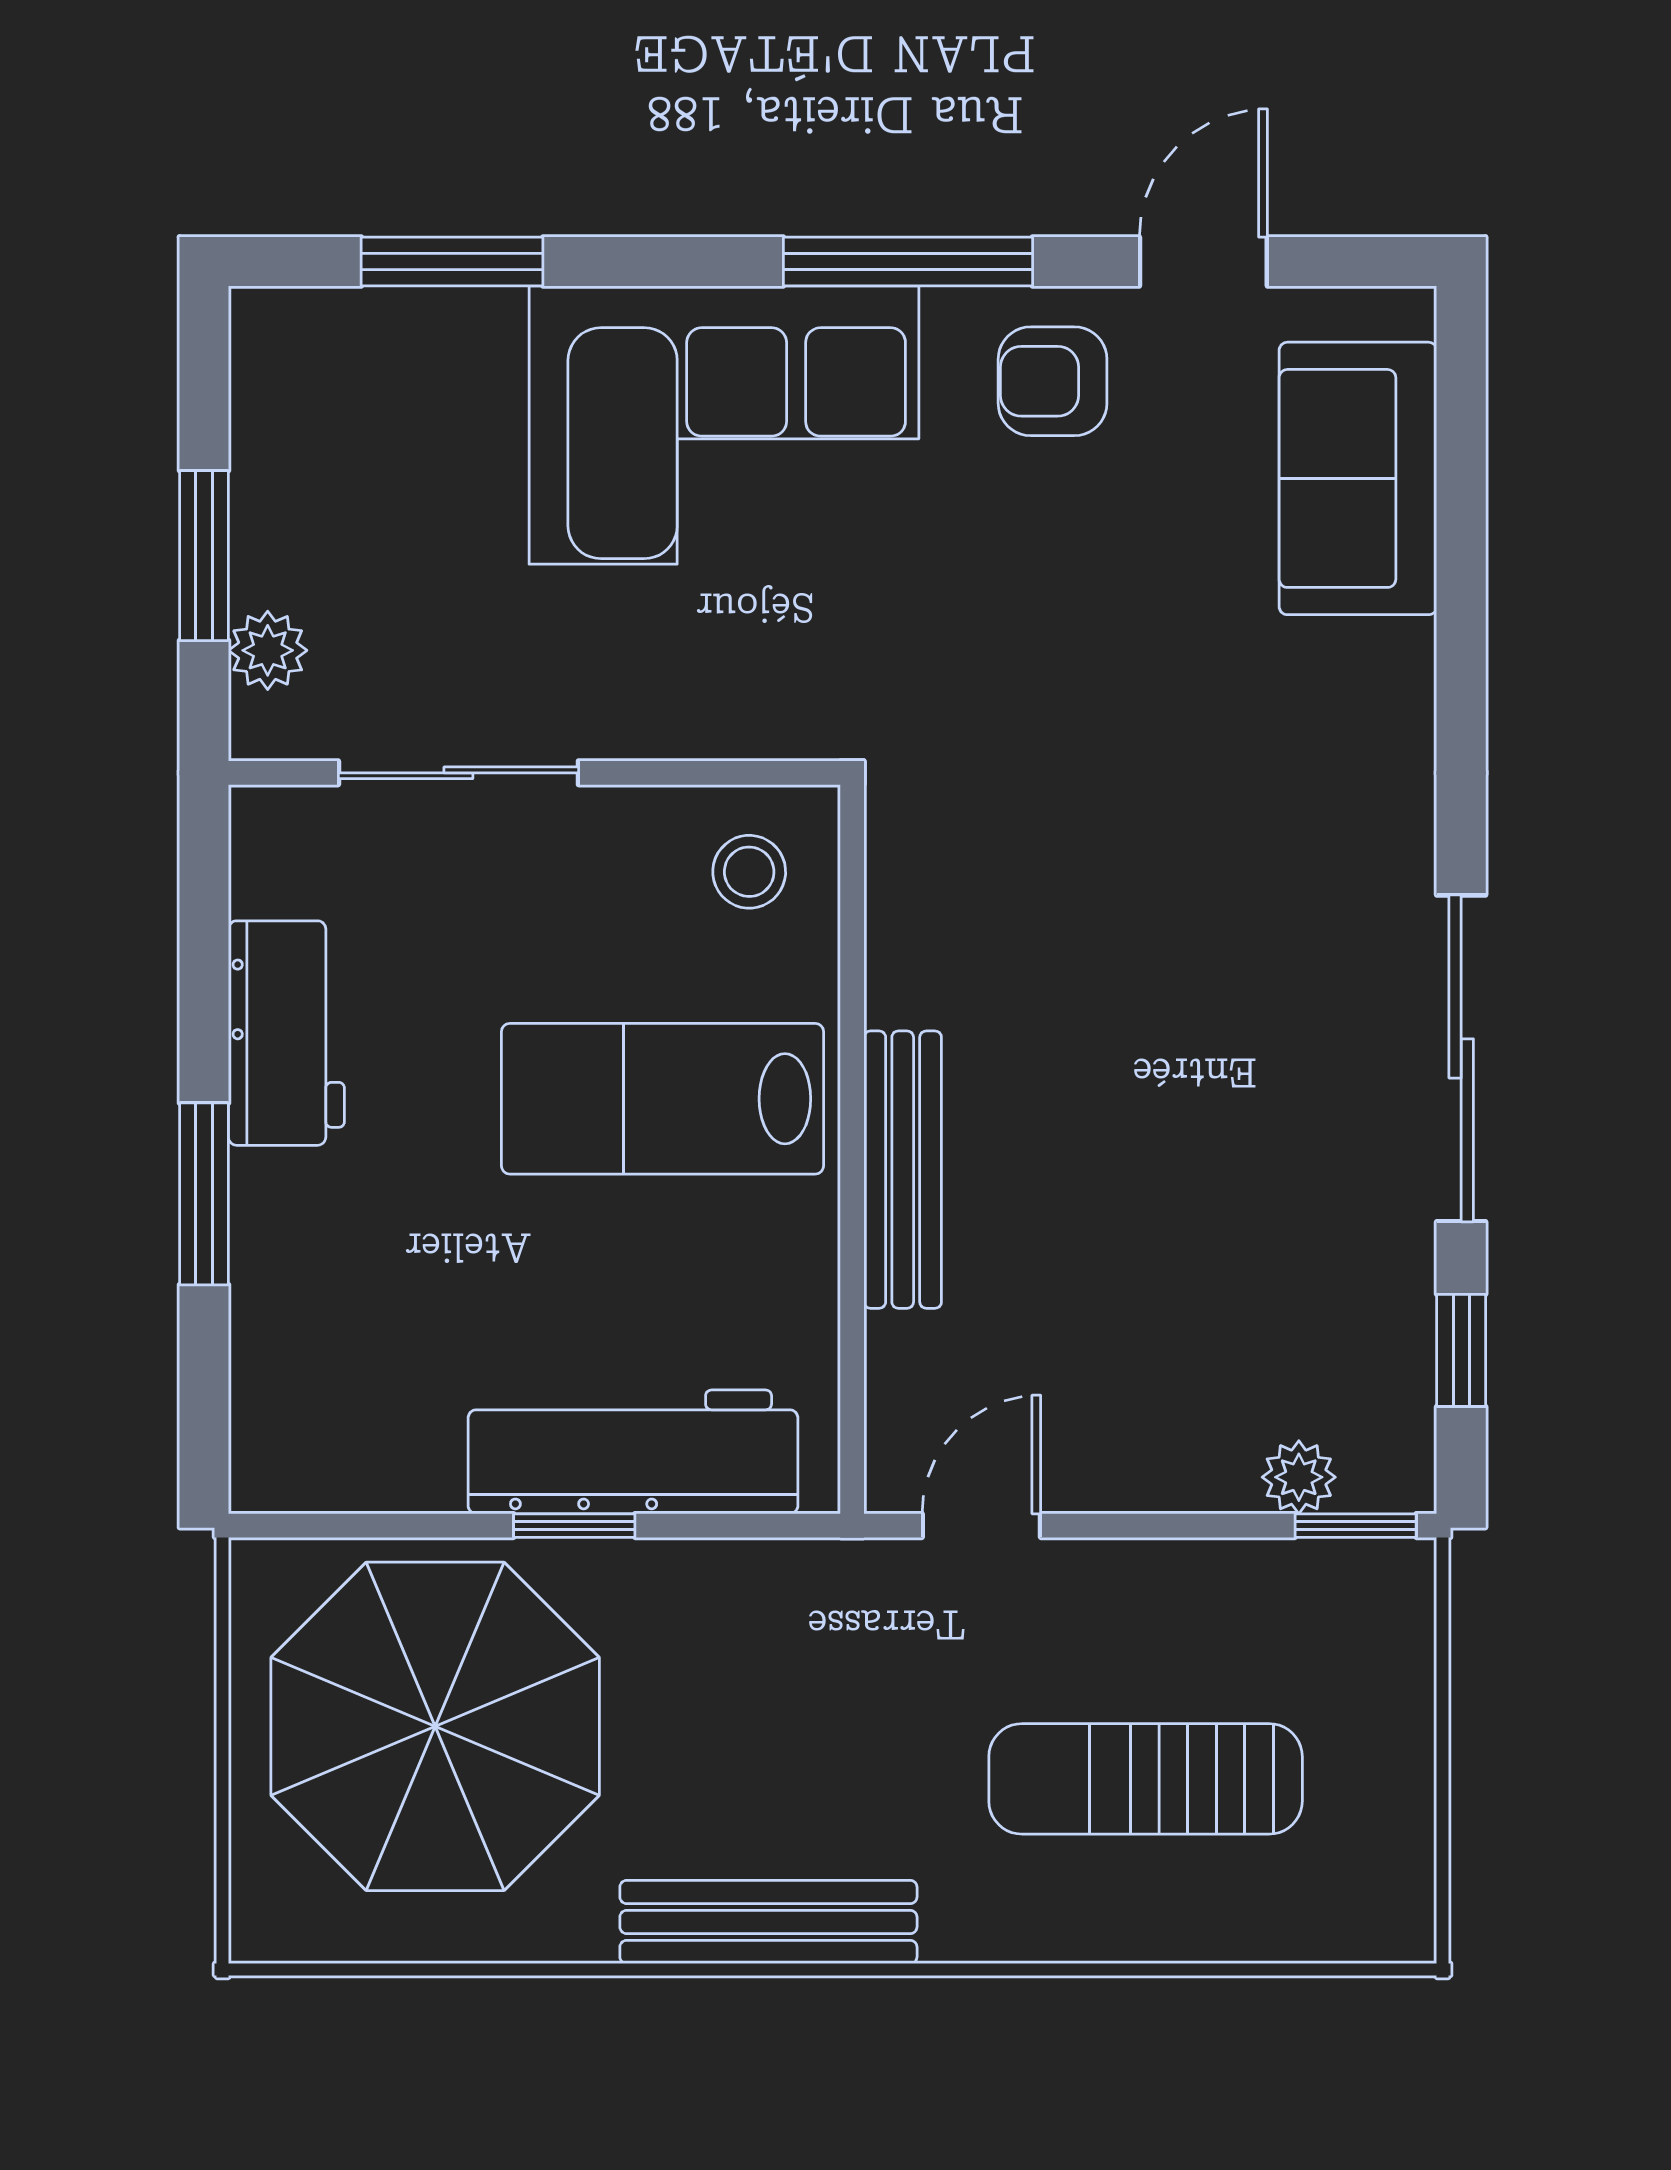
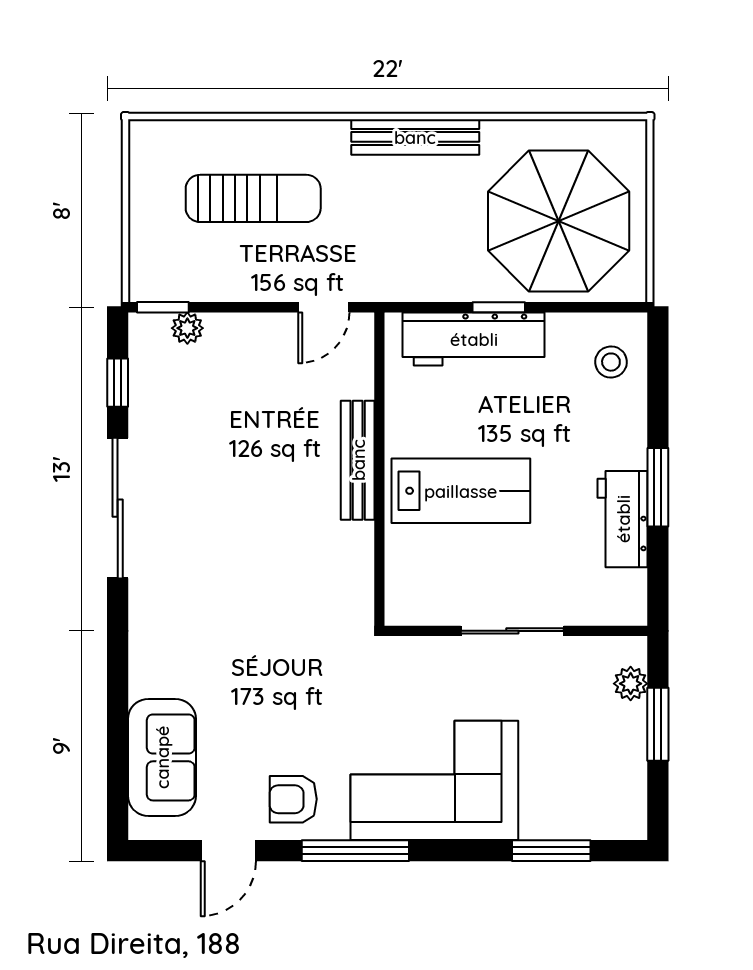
armchair: (1053, 381) -> (293, 799), turned 180
sliding door: (458, 773) -> (512, 631), moved
stool: (749, 872) -> (611, 362), moved
window: (204, 1194) -> (658, 487), moved

